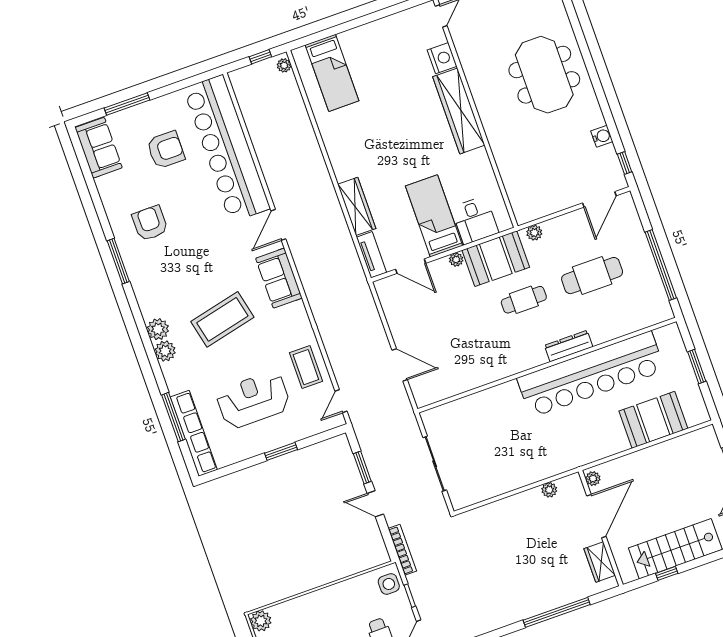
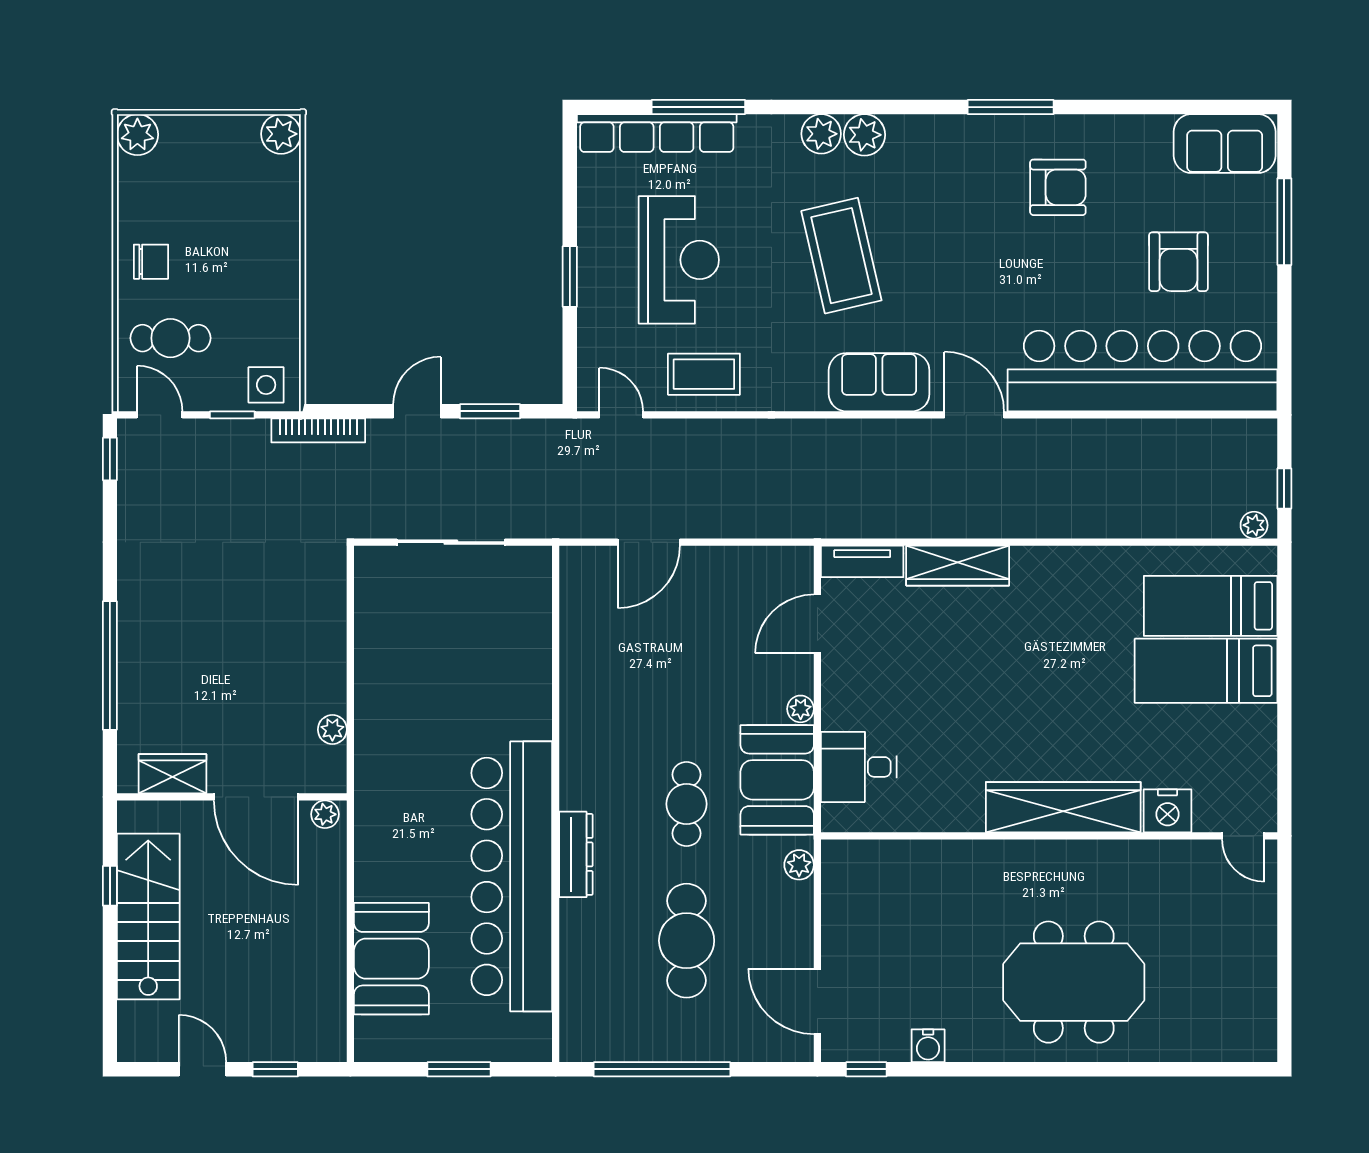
bed: (434, 216) -> (1206, 671), moved, turned 180

